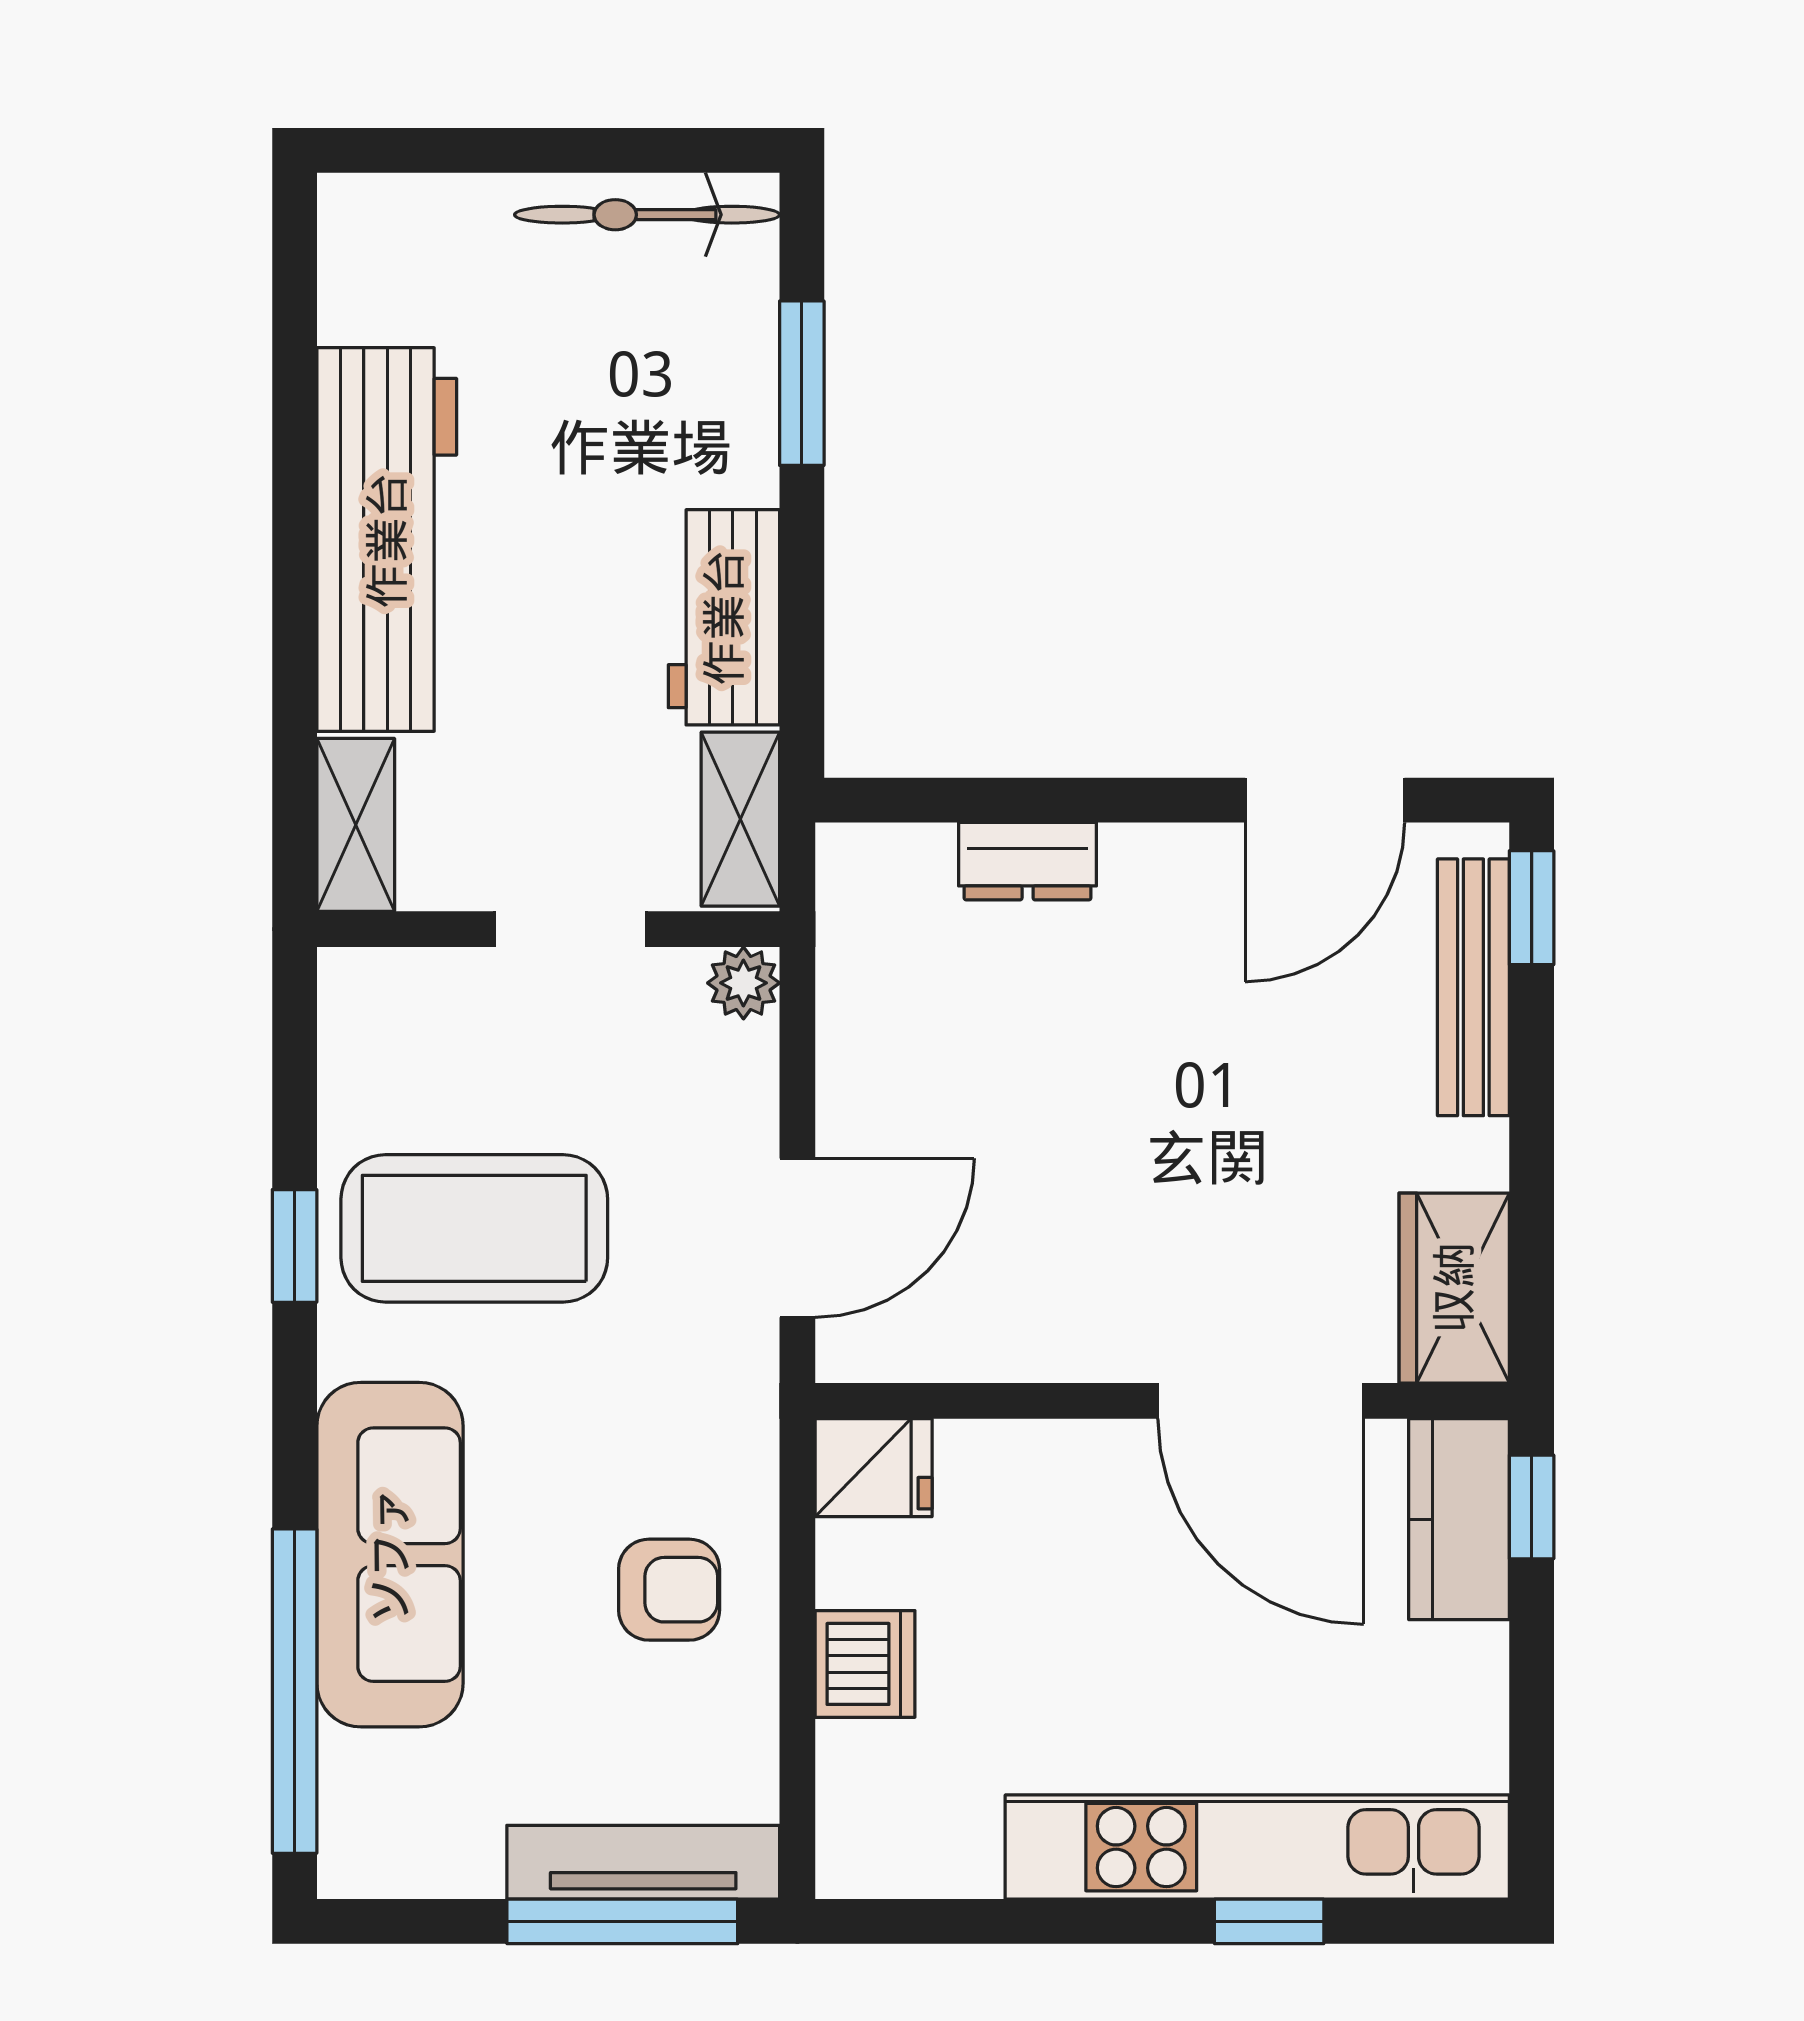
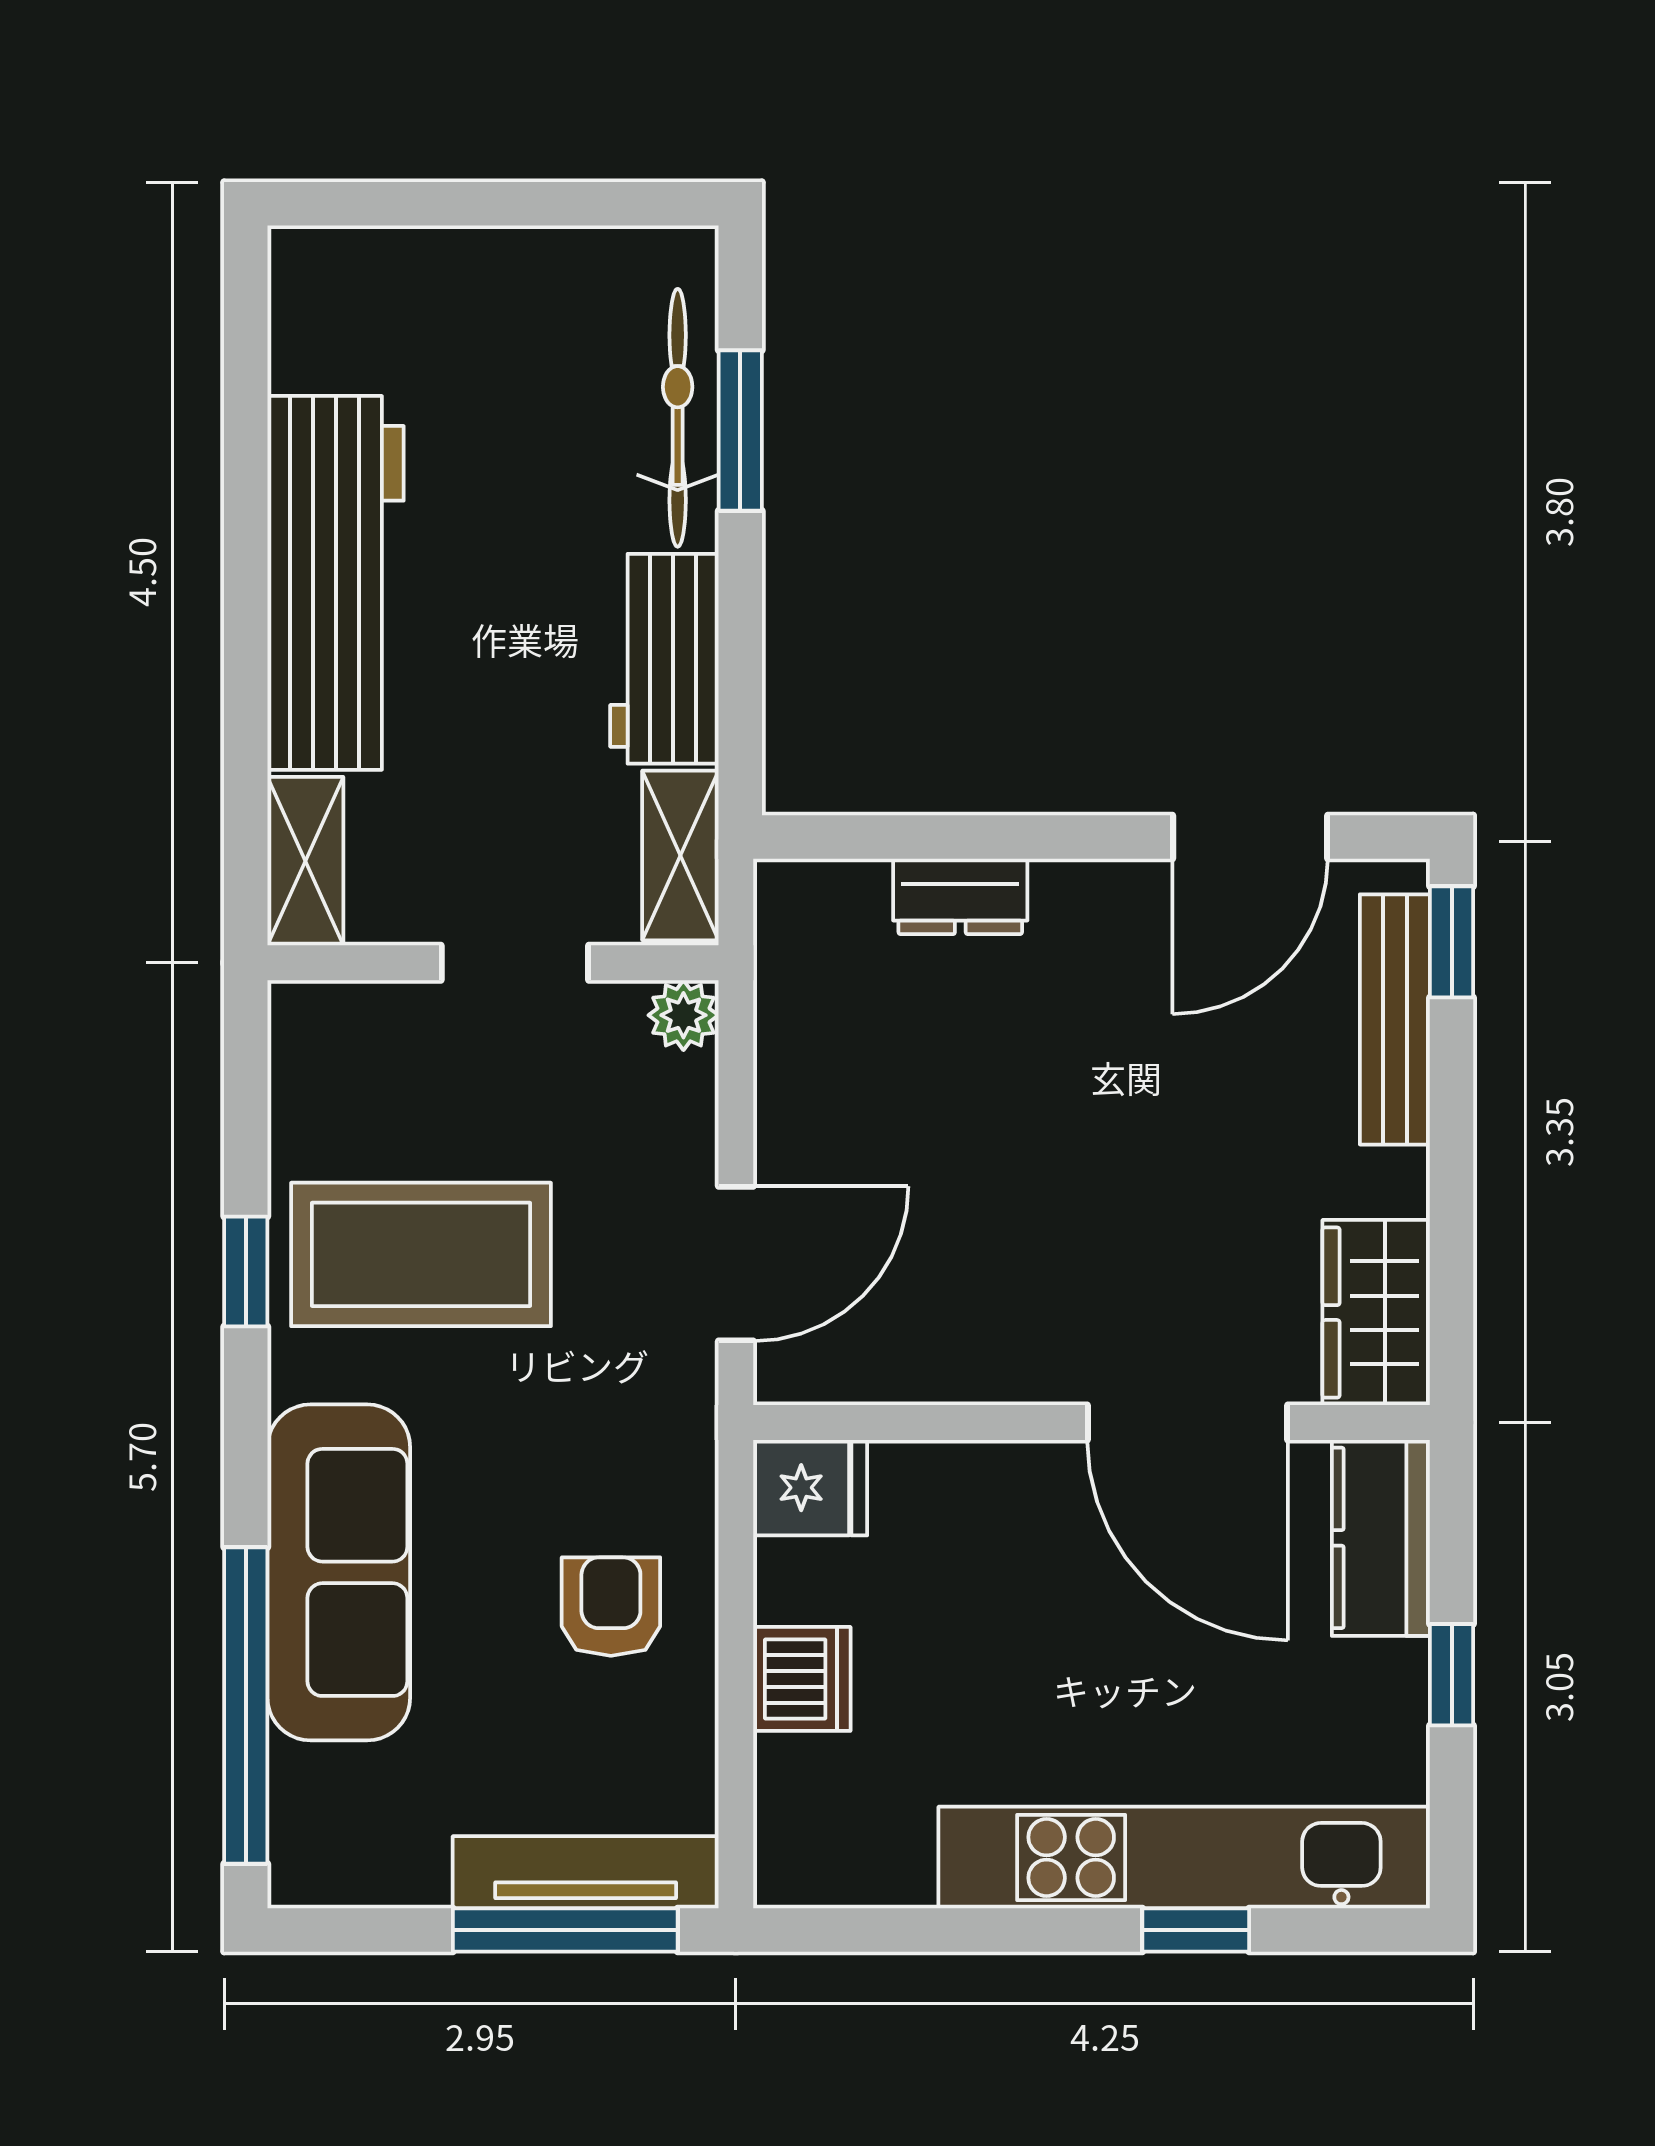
bicycle: (647, 215) -> (678, 418), moved, turned 90
window: (1532, 1507) -> (1452, 1675), moved
armchair: (669, 1590) -> (611, 1607), turned -90

